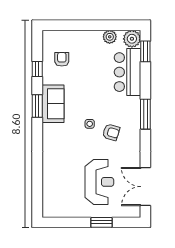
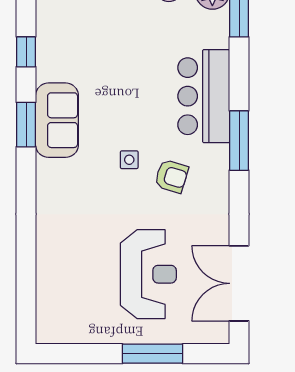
armchair: (62, 59) -> (74, 32), removed
bar counter: (127, 72) -> (204, 96), moved
window: (101, 222) -> (152, 354), width x1.44

